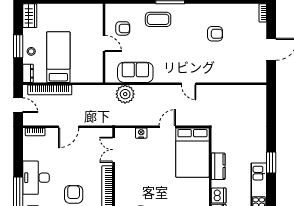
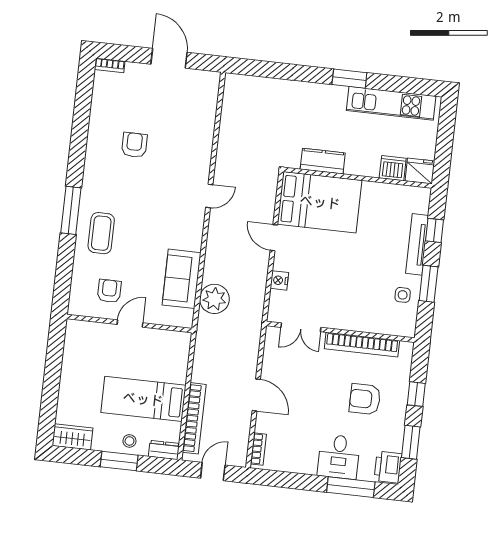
kitchen counter: (218, 166) -> (323, 161), moved
desk: (36, 178) -> (339, 457), width x0.73

